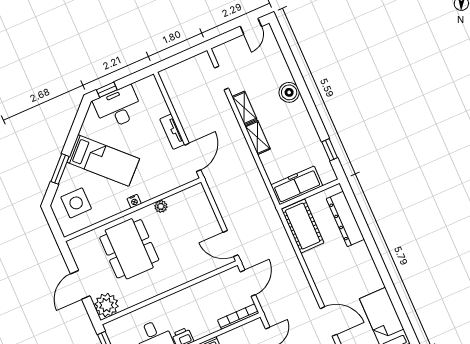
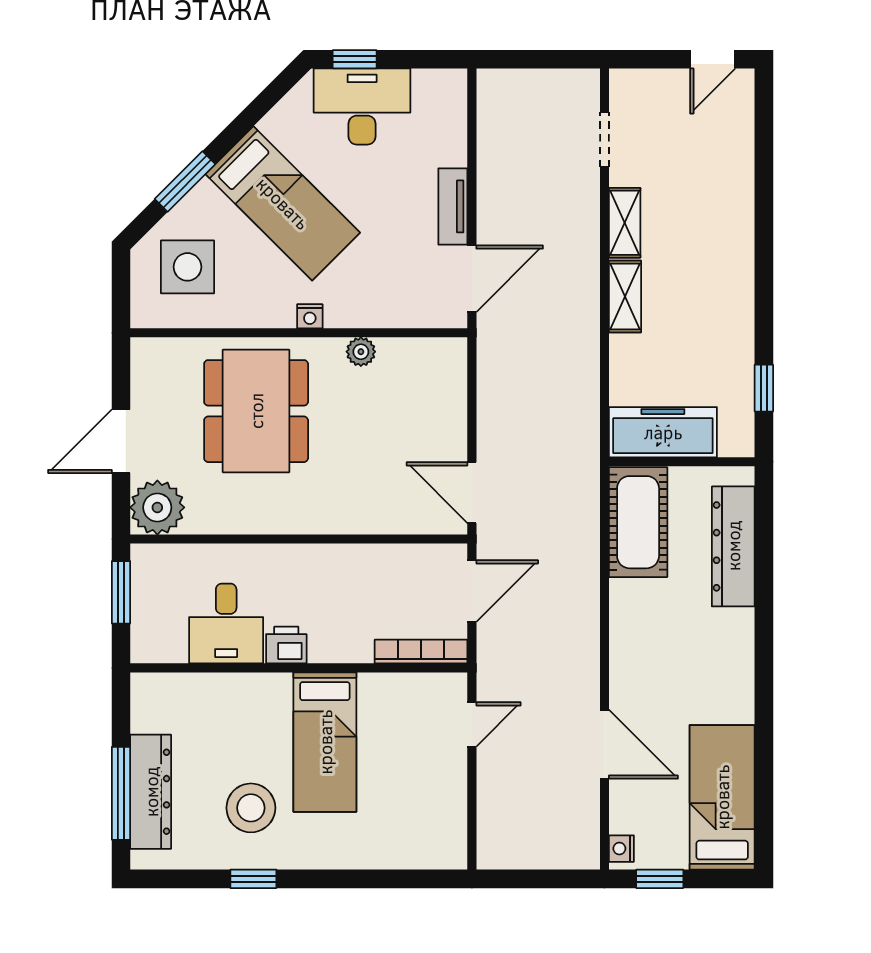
boiler: (289, 92) -> (732, 231), removed

